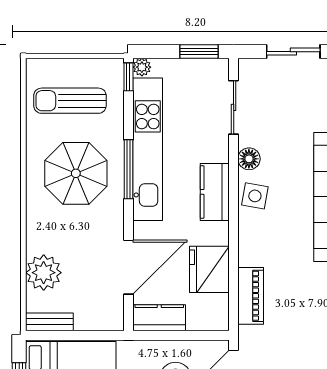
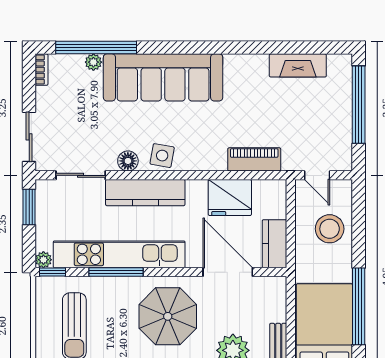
sliding door: (293, 52) -> (29, 137), moved
window: (128, 169) -> (116, 272), moved
parasol: (76, 173) -> (168, 316), moved
kitchen counter: (215, 192) -> (145, 193), width x1.50

